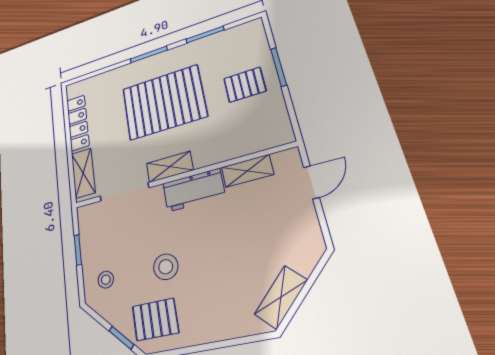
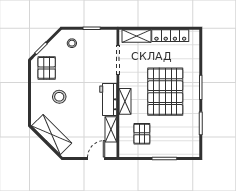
pallet: (245, 85) -> (142, 134), moved
shelving: (170, 167) -> (125, 101), moved
door: (311, 182) -> (96, 159), swing flipped
stool: (166, 267) -> (59, 97), moved
shelving: (281, 297) -> (52, 135), width x1.50, depth x1.33

